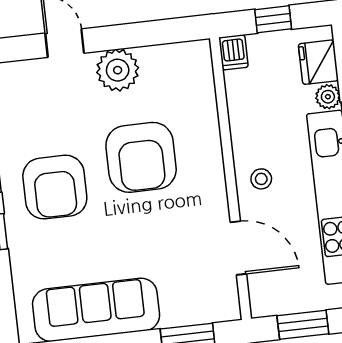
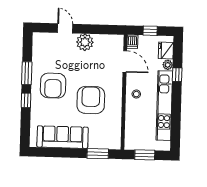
armchair: (141, 157) -> (91, 100), moved, turned 180
door: (238, 248) -> (125, 62), moved

